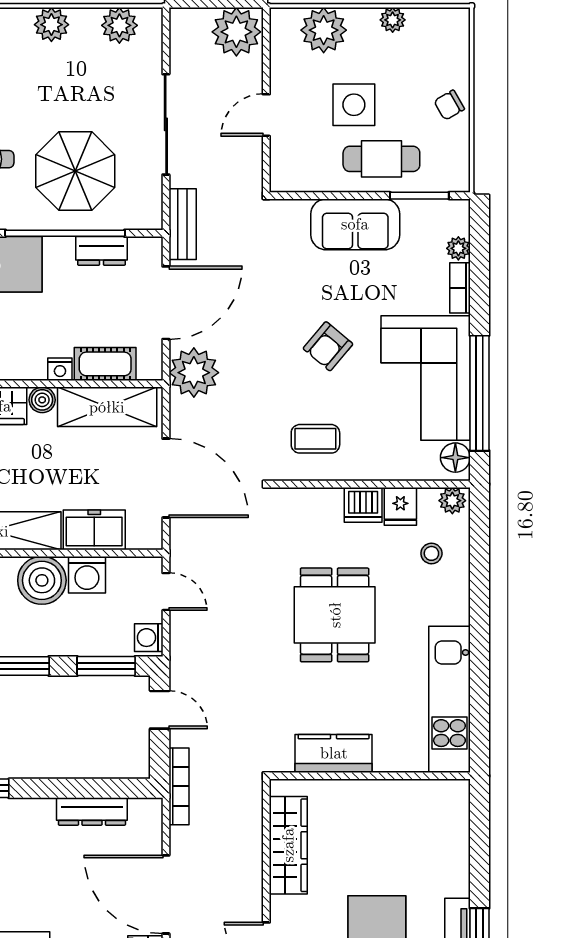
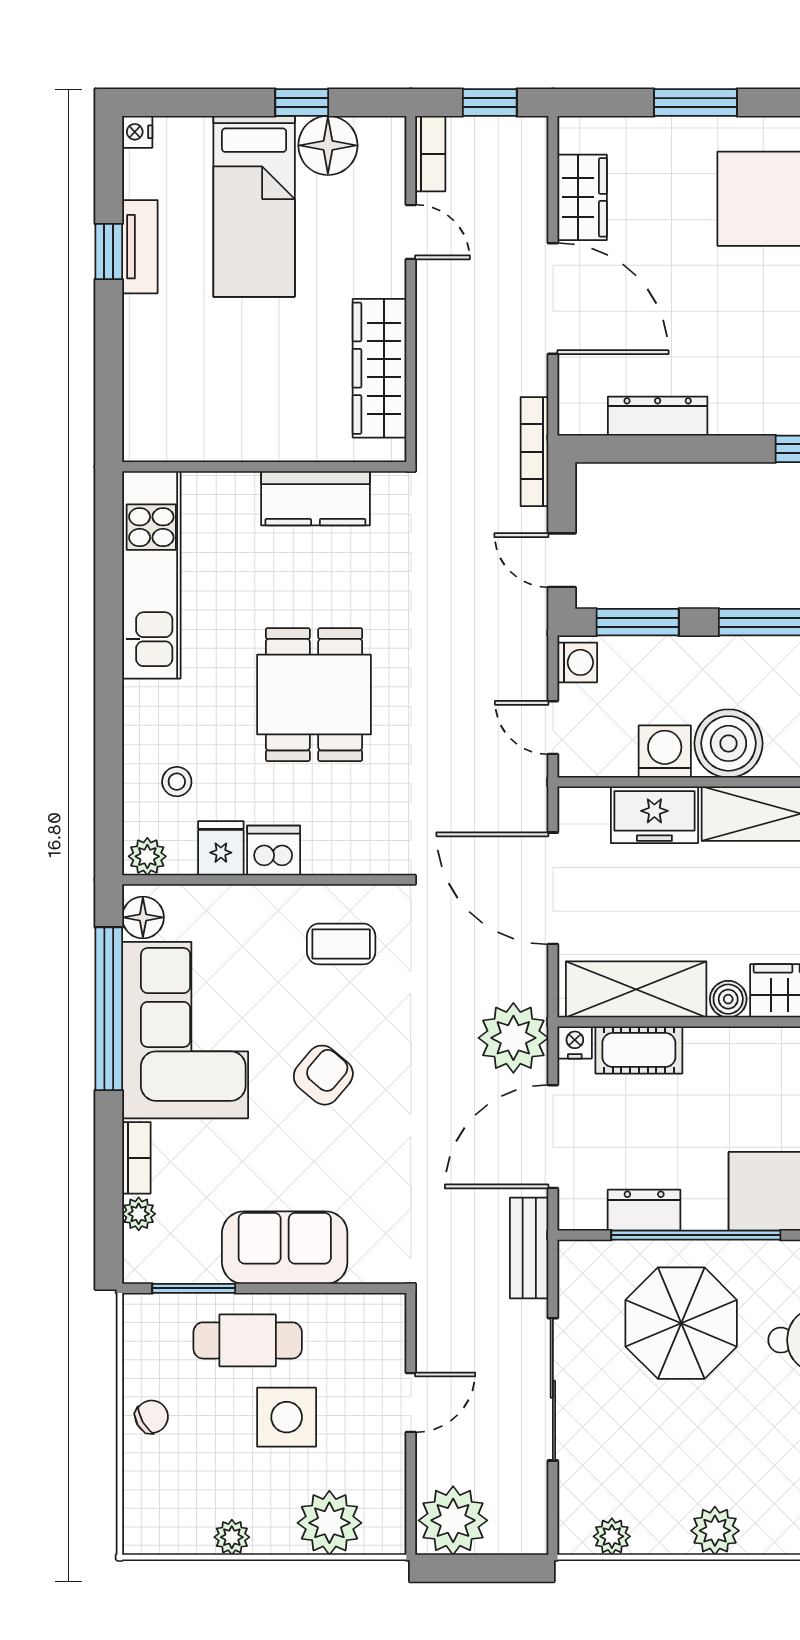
plant: (119, 25) -> (612, 1536), width x0.73, depth x0.73
nightstand: (60, 369) -> (575, 1042), moved

